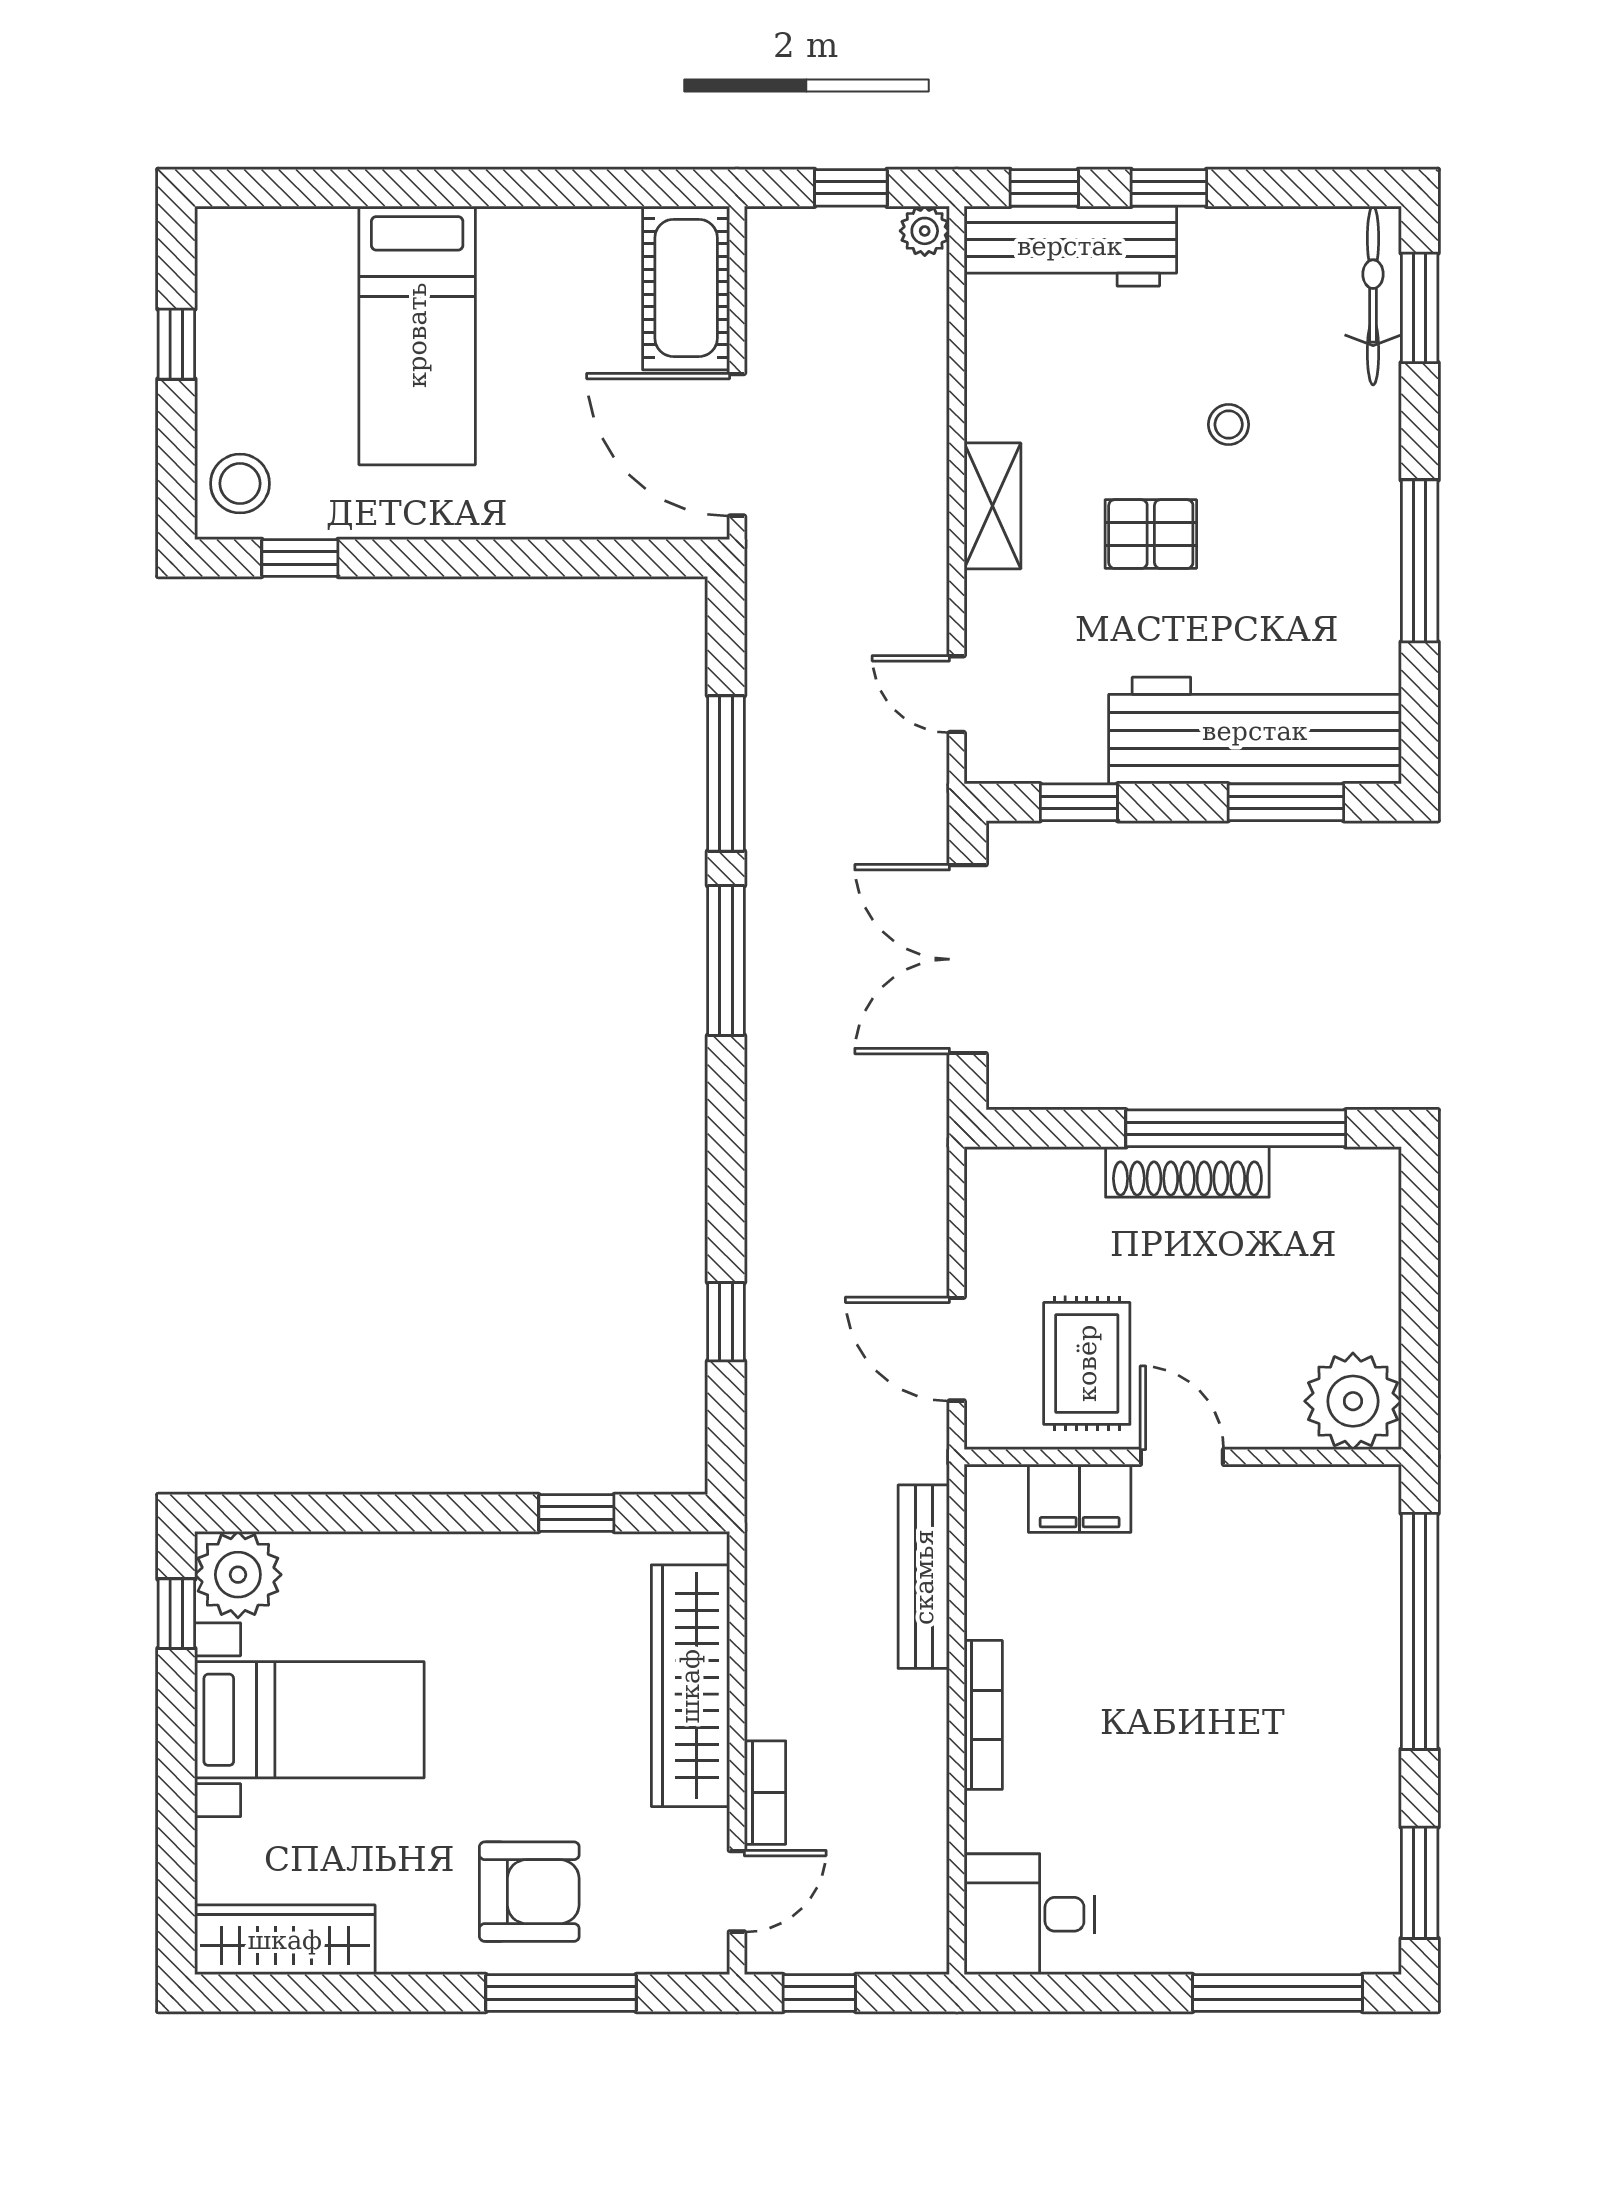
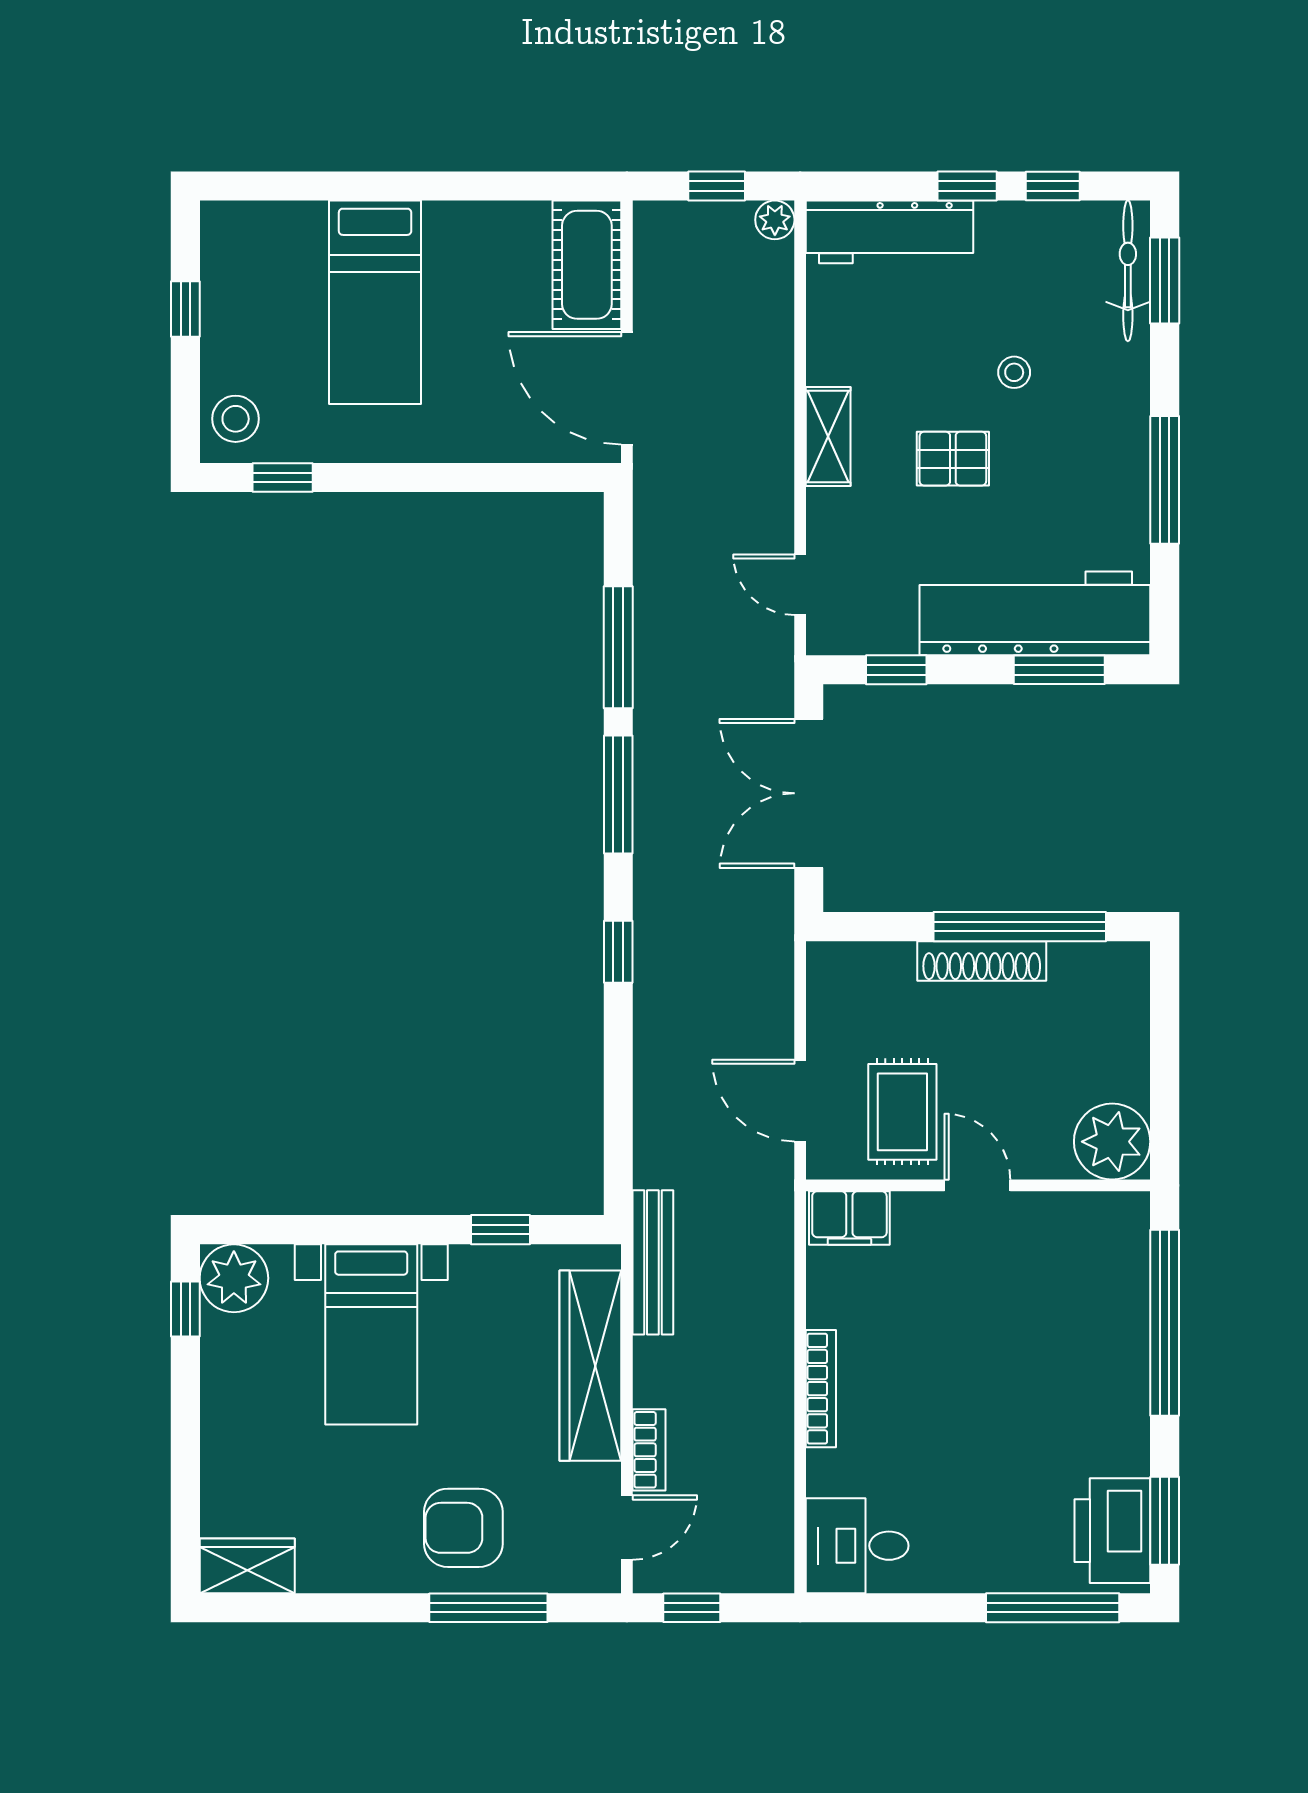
window: (1044, 188) -> (1053, 186), moved
window: (726, 1322) -> (618, 952), moved
filing cabinet: (1080, 1498) -> (849, 1218), moved
bench: (924, 1577) -> (653, 1262), moved
bed with nightstands: (309, 1720) -> (371, 1334), moved, turned 90
armchair: (529, 1892) -> (463, 1528), turned 180
printer: (1353, 1895) -> (1112, 1531), added
wardrobe: (285, 1940) -> (247, 1566), width x0.67

